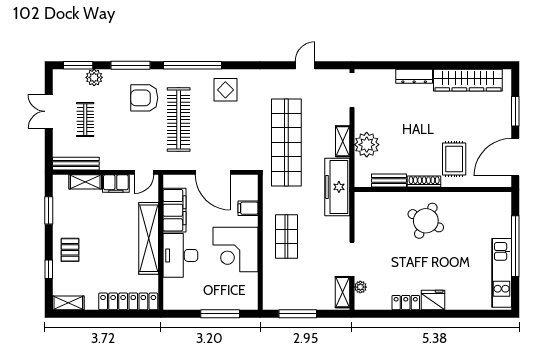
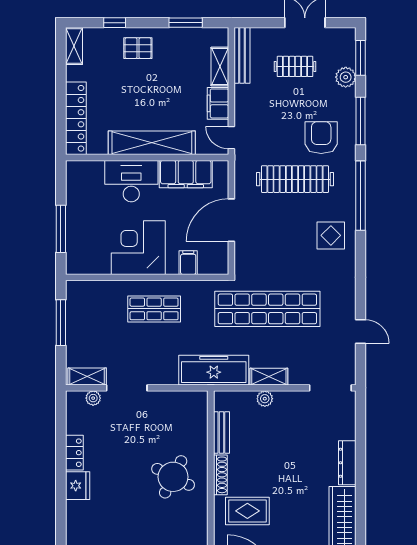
plant: (367, 145) -> (265, 399), width x0.53, depth x0.53

